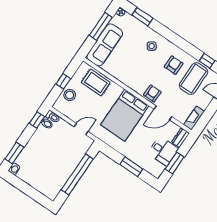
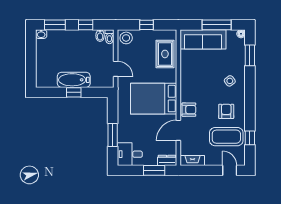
armchair: (174, 65) -> (226, 111), turned -90
stool: (70, 95) -> (126, 38), moved
door: (163, 113) -> (178, 130), hinge flipped
window: (37, 120) -> (86, 25), moved
desk: (163, 151) -> (130, 154), moved, turned 90
window: (175, 163) -> (154, 170), moved
bathtub: (67, 168) -> (74, 80), added
window: (77, 174) -> (74, 92), width x0.32

